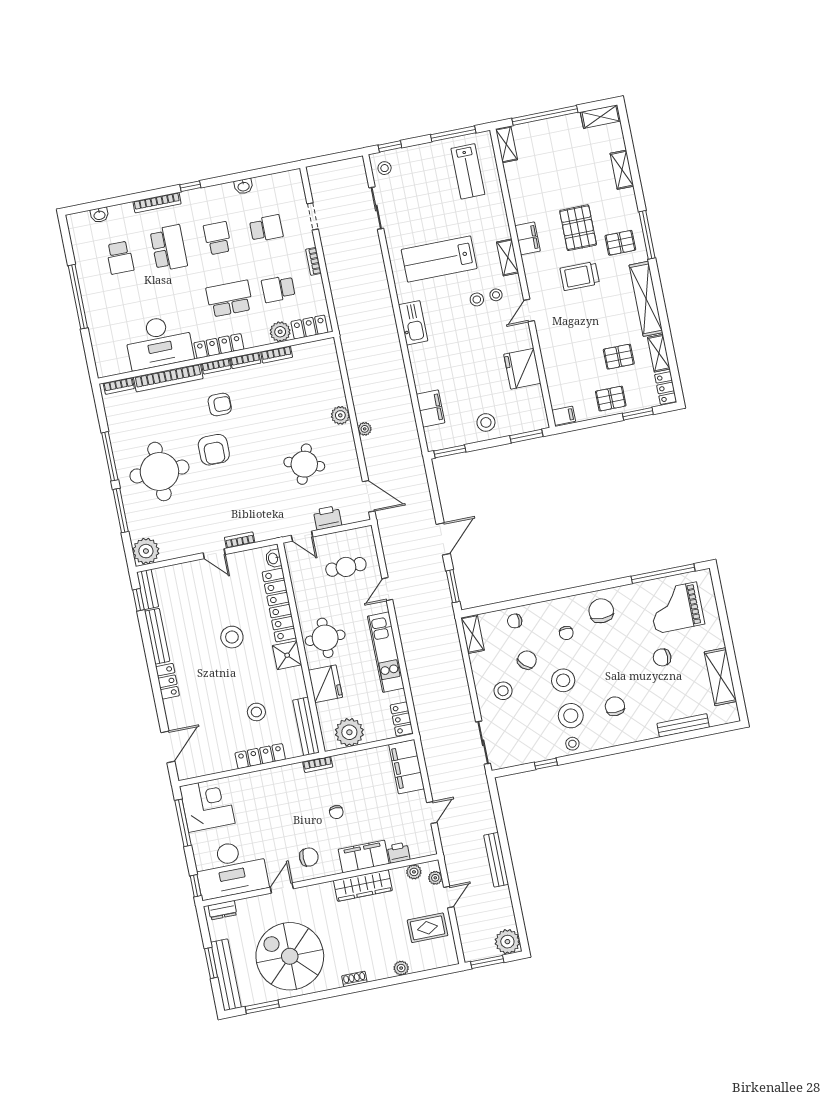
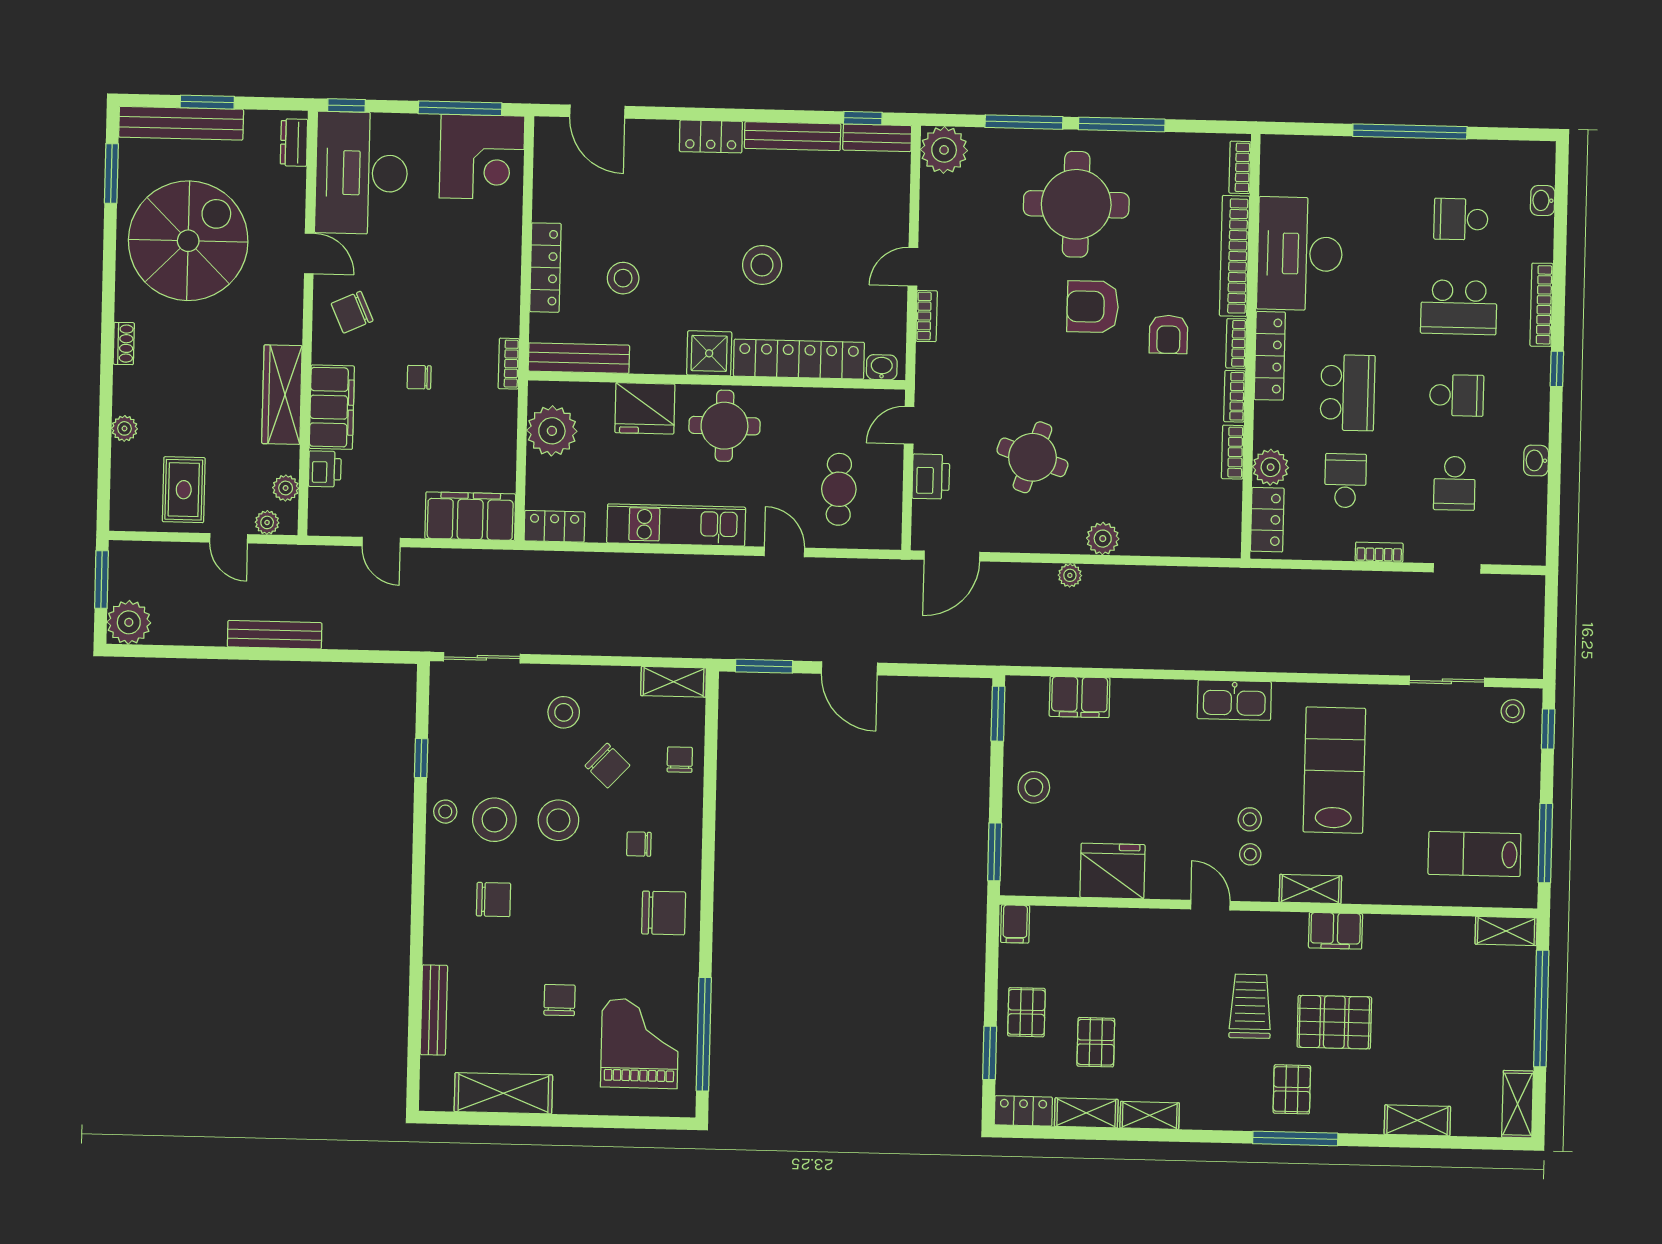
shelving: (646, 299) -> (1150, 1115), width x0.45, depth x0.75
chair: (309, 857) -> (352, 312), turned 66

